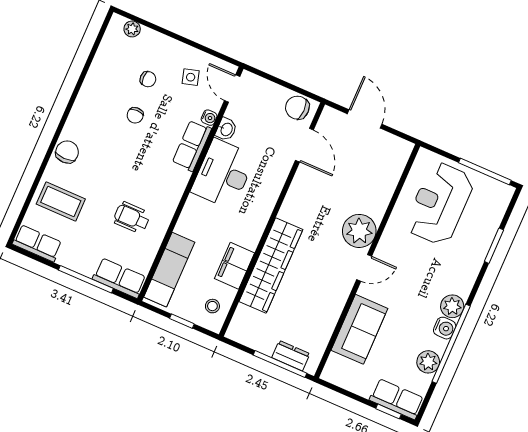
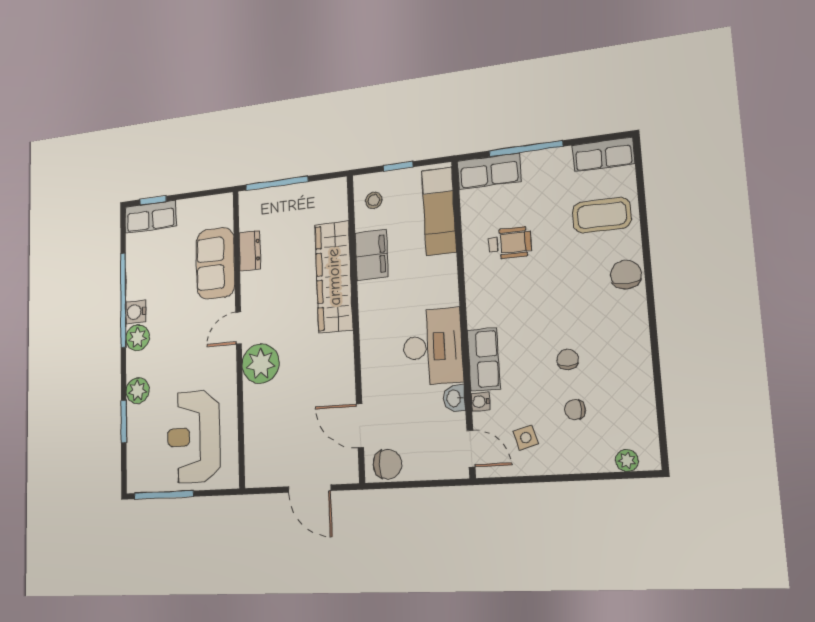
chair: (67, 152) -> (626, 275), turned 180
reception desk: (440, 204) -> (194, 437), turned 180
dresser: (291, 356) -> (250, 251), moved, turned -90
plant: (428, 362) -> (138, 390), moved

